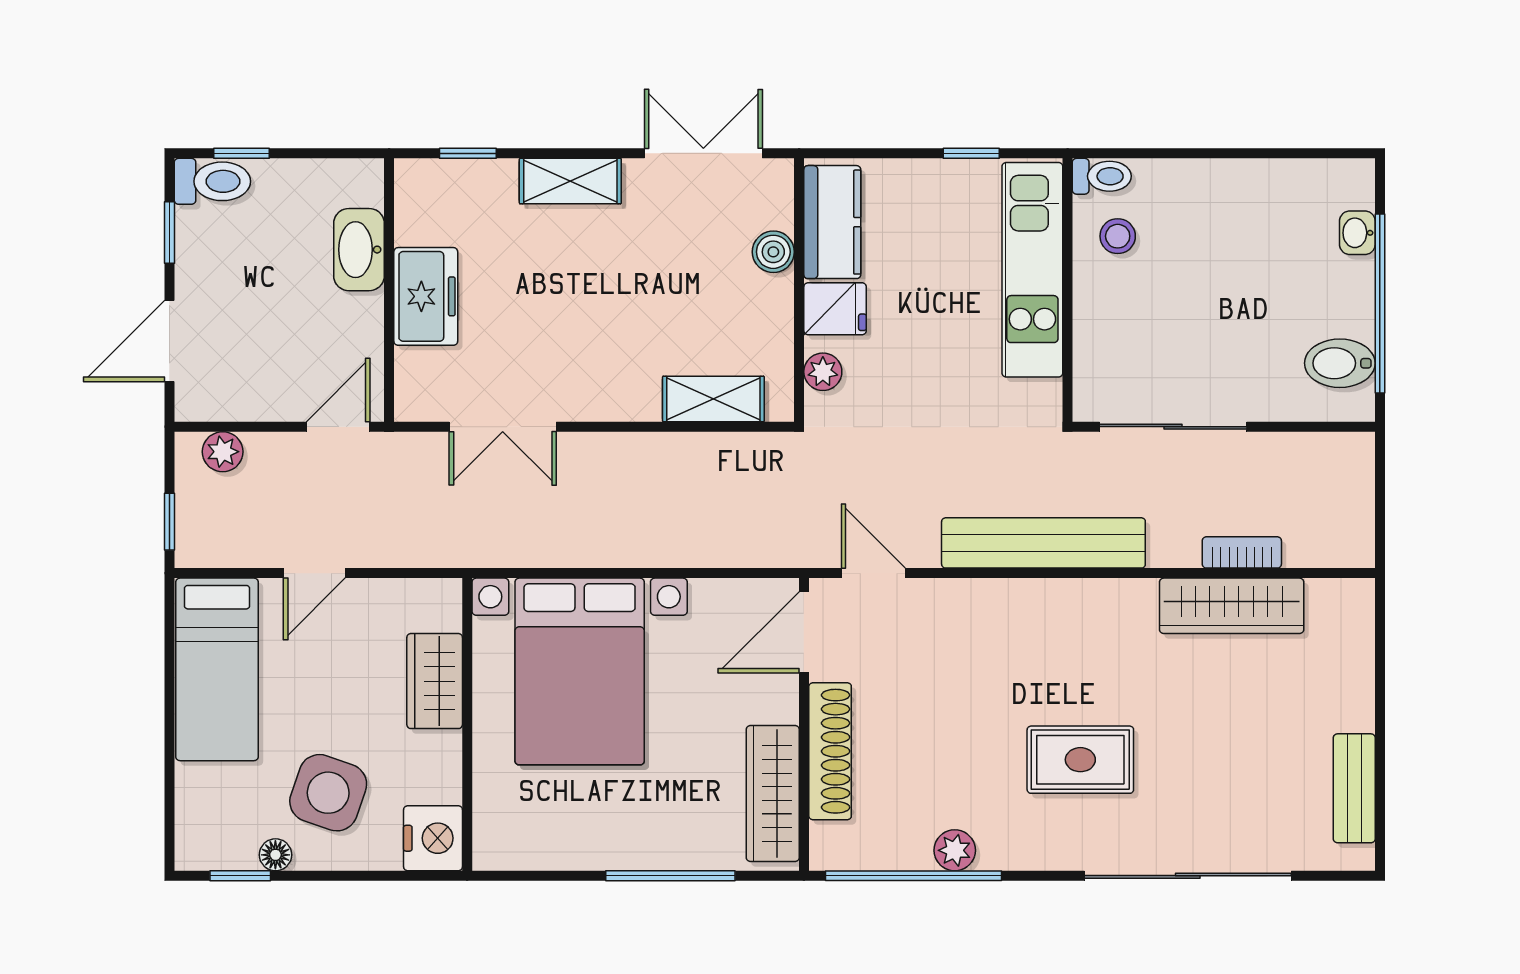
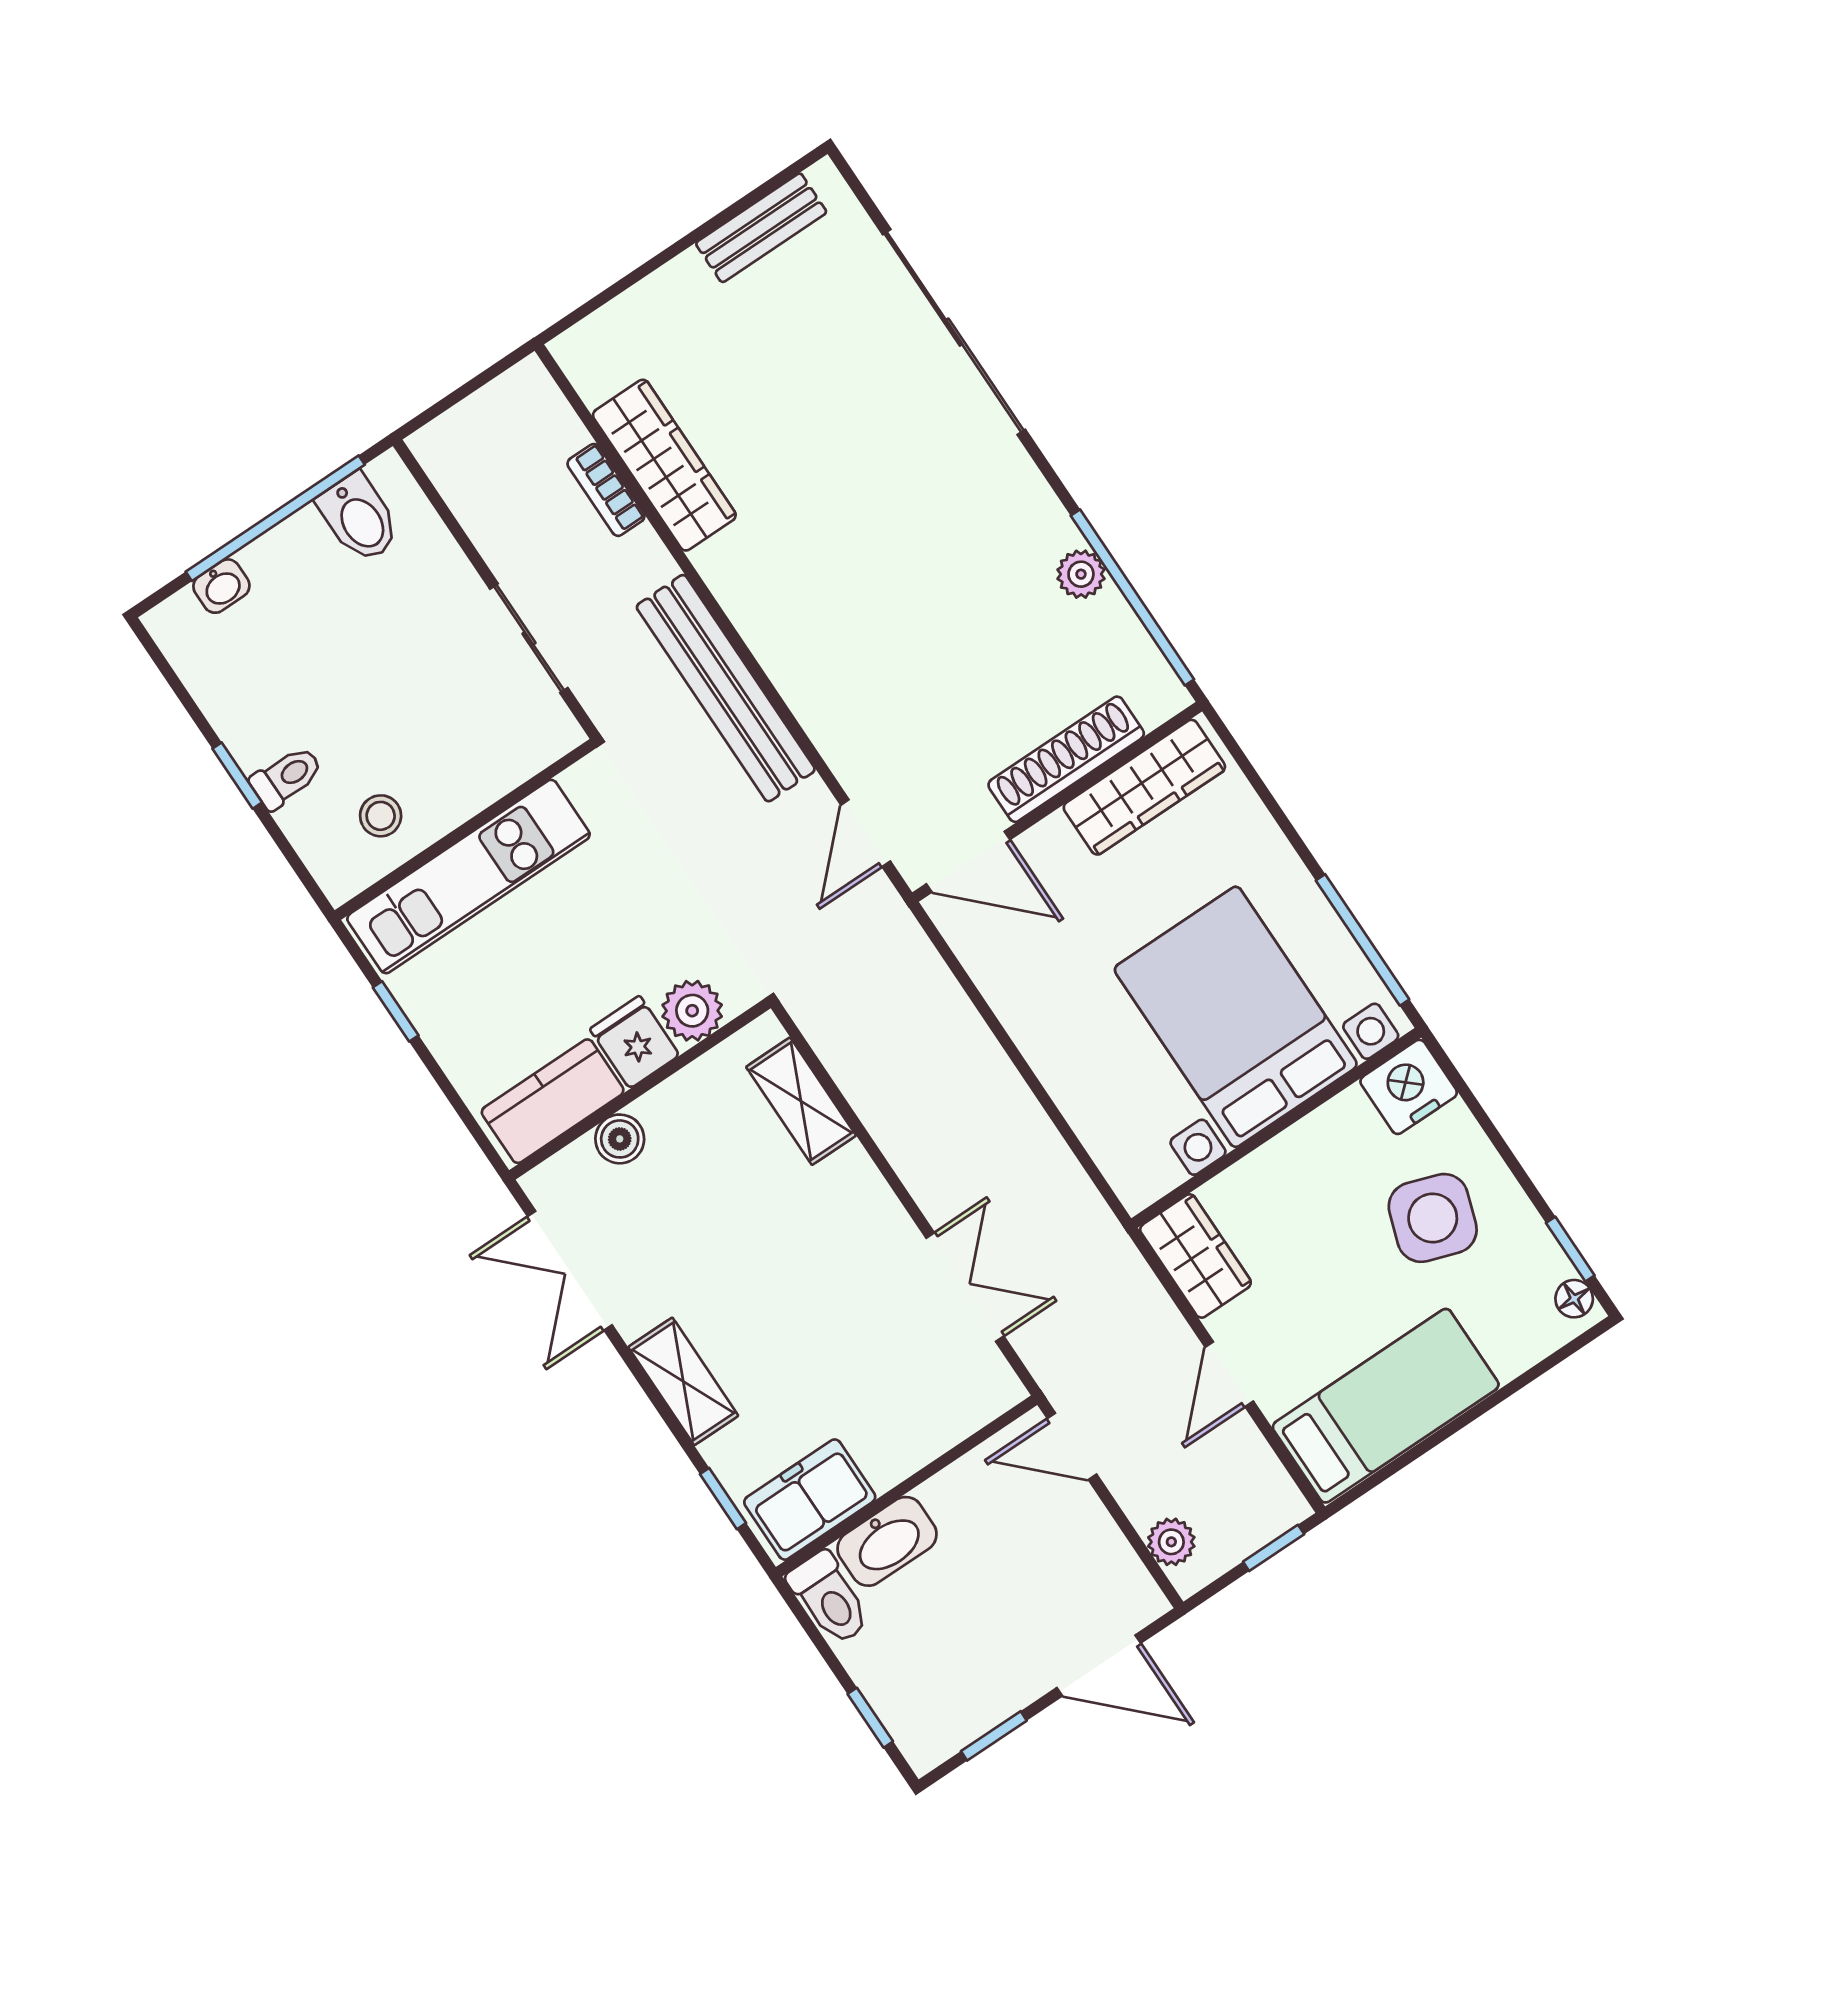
window: (1215, 153) -> (237, 776), added
toilet: (1102, 176) -> (287, 777), moved, turned 90
toilet: (212, 181) -> (829, 1598), moved, turned 180
freezer: (426, 296) -> (810, 1500), moved
plant: (823, 372) -> (692, 1011), width x1.38, depth x1.38
sliding door: (1173, 427) -> (529, 638), width x0.73
door: (314, 573) -> (1229, 1374), swing flipped
bed with nightstands: (580, 671) -> (1236, 1017), moved, turned -90
wardrobe: (435, 681) -> (1195, 1256), moved, turned -90
rug: (1080, 760) -> (912, 511), removed
floor lamp: (275, 855) -> (1574, 1299), moved
window: (670, 876) -> (1363, 940), moved

